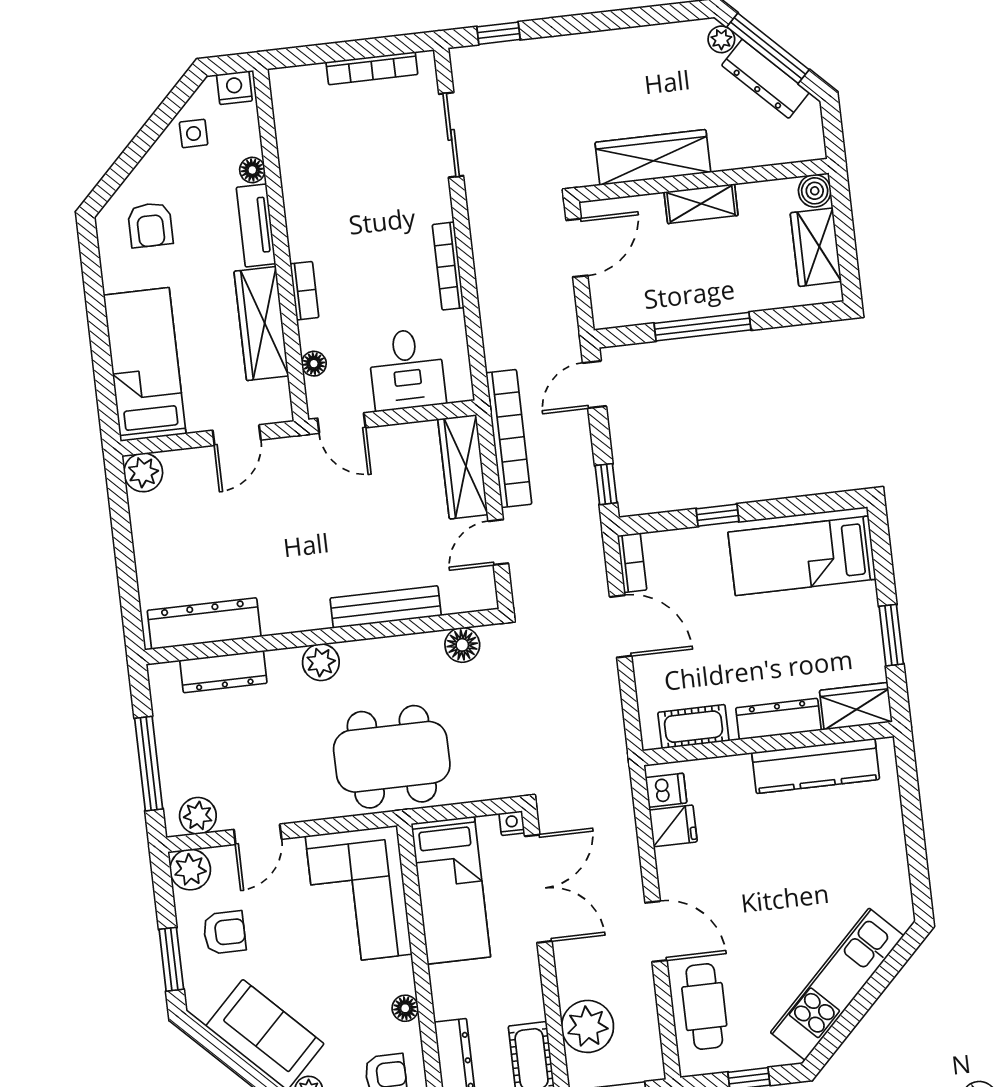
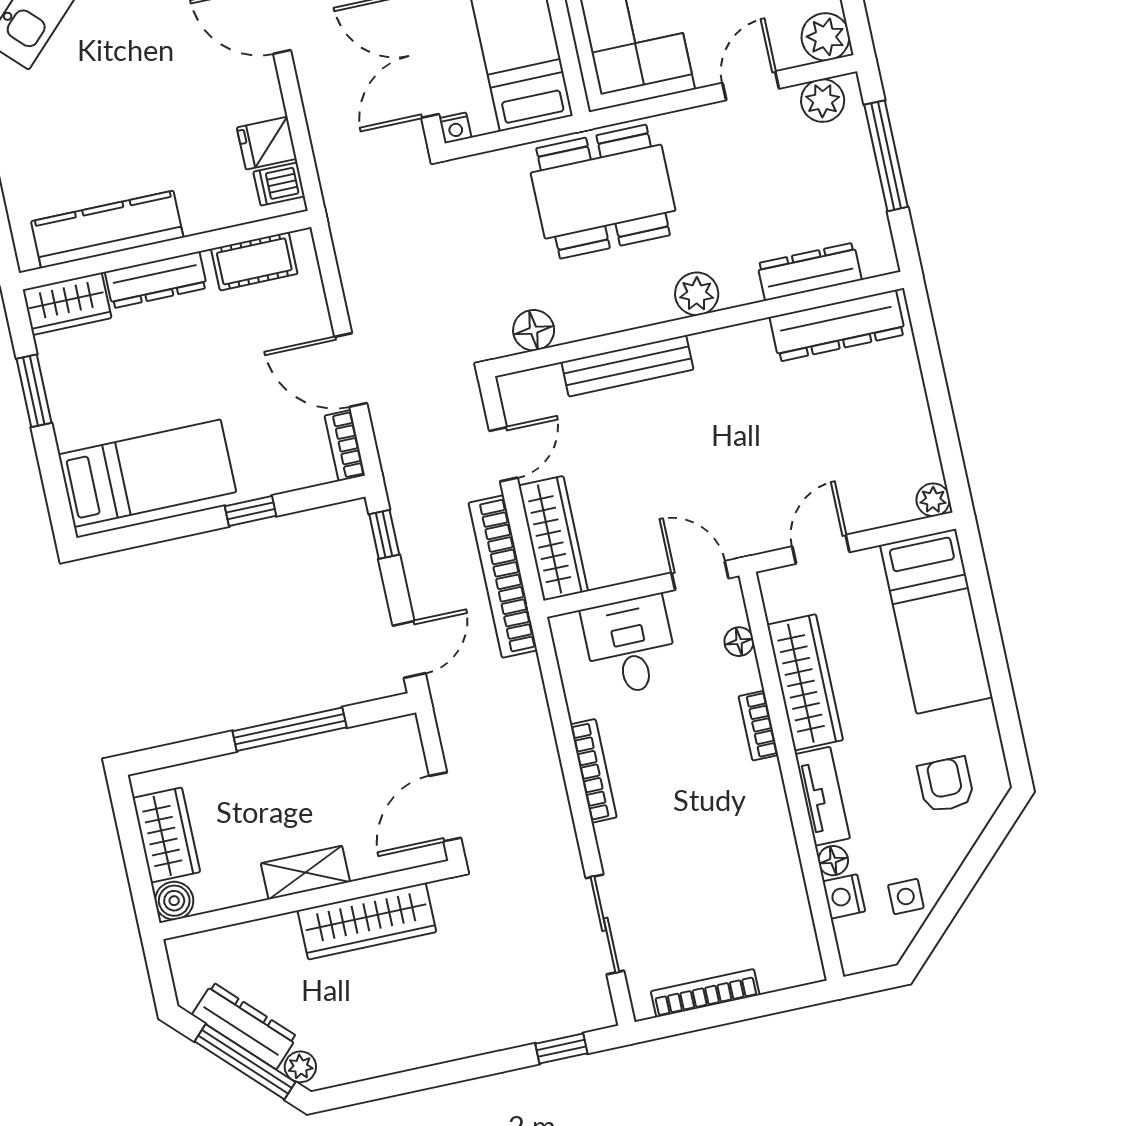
nightstand: (234, 88) -> (844, 896), moved, turned 90
plant: (143, 472) -> (933, 500), width x0.73, depth x0.73

